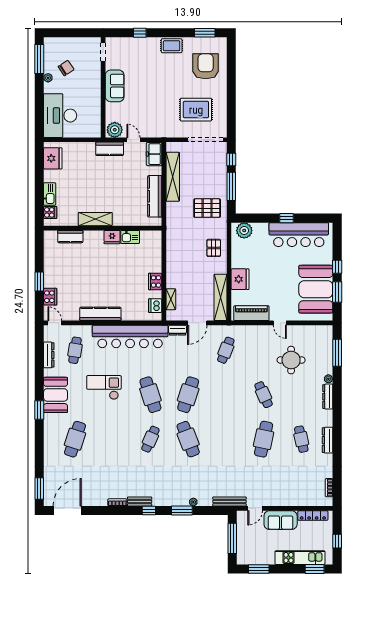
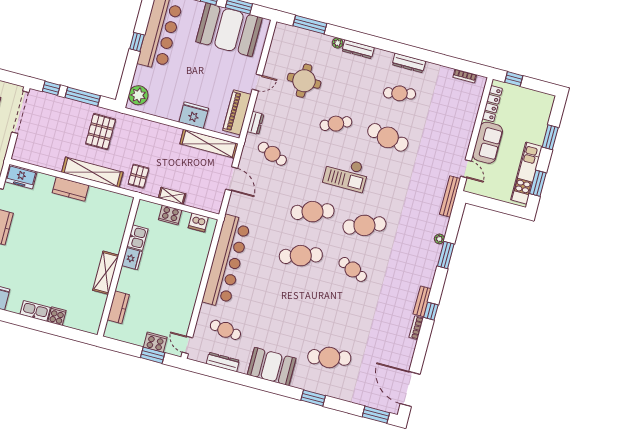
shelving: (173, 177) -> (92, 172), moved
kitchen counter: (155, 196) -> (71, 189), width x0.67
shelving: (95, 219) -> (106, 273), moved
wall: (103, 228) -> (118, 267), moved
kitchen counter: (70, 237) -> (118, 307), moved
fridge: (112, 237) -> (132, 259), moved
kitchen sink: (130, 237) -> (137, 238), moved
pallet: (214, 248) -> (138, 176), moved, turned 90
window: (39, 281) -> (153, 355), moved
shelving: (171, 299) -> (172, 196), moved
kitchen counter: (100, 314) -> (191, 289), removed
door: (55, 323) -> (187, 345), hinge flipped
dresser: (178, 330) -> (255, 123), moved
checkout: (104, 387) -> (346, 174), moved, turned -90
cafe table: (188, 395) -> (313, 212), turned -36
window: (39, 410) -> (313, 398), moved
cafe table: (75, 439) -> (329, 357), turned -30
window: (149, 511) -> (431, 311), moved
window: (232, 538) -> (494, 205), removed
window: (337, 541) -> (514, 79), moved
kitchen unit: (300, 558) -> (526, 173), moved
window: (315, 569) -> (550, 137), moved

